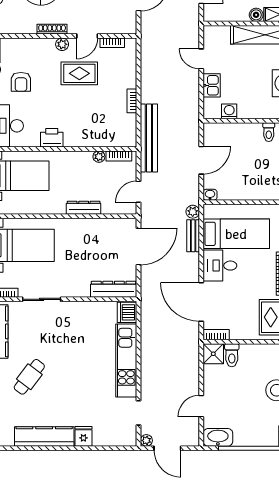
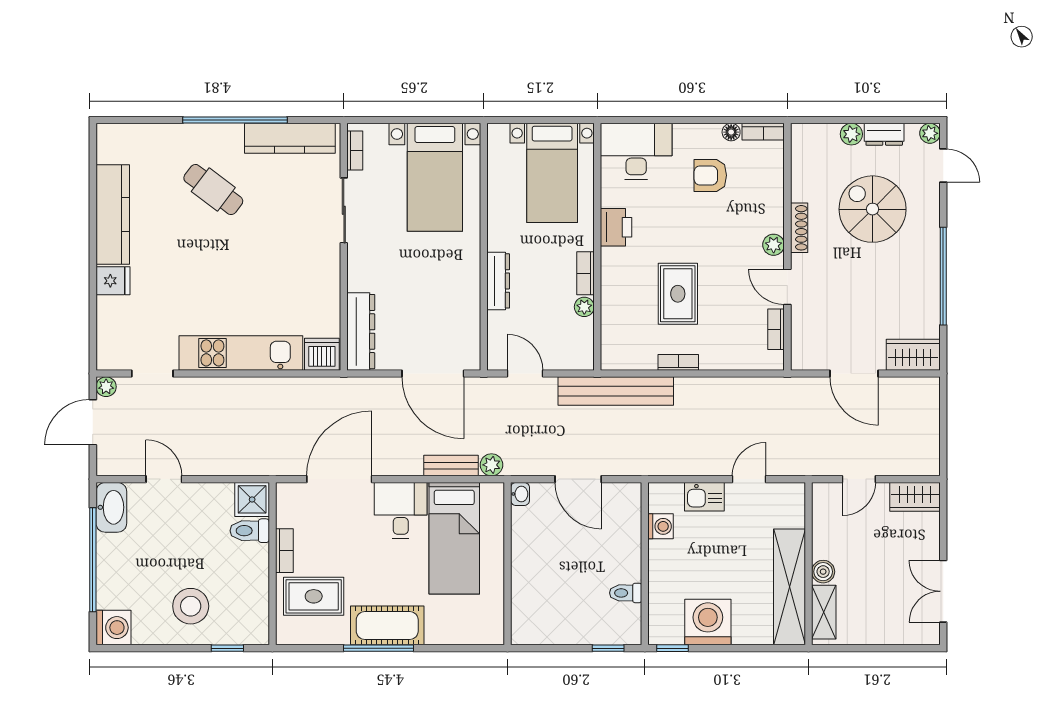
rug: (79, 73) -> (678, 294), moved
bookcase: (119, 156) -> (585, 273), moved
bookcase: (216, 335) -> (284, 551), moved

